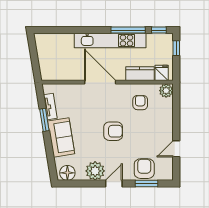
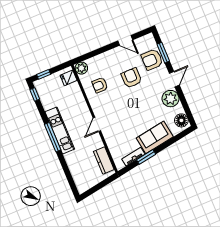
window: (128, 30) -> (53, 137), moved
kitchen unit: (110, 40) -> (60, 130), width x0.73
kitchen counter: (140, 74) -> (104, 160), moved
door: (100, 82) -> (97, 124), width x0.53
armchair: (113, 131) -> (131, 78), moved
door: (114, 184) -> (174, 79), swing flipped

